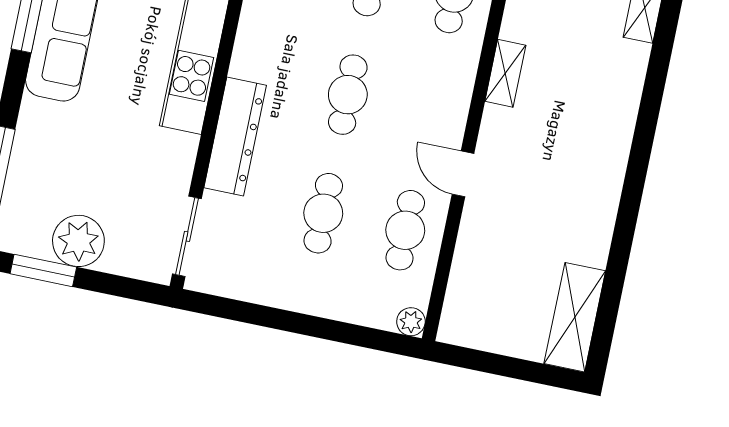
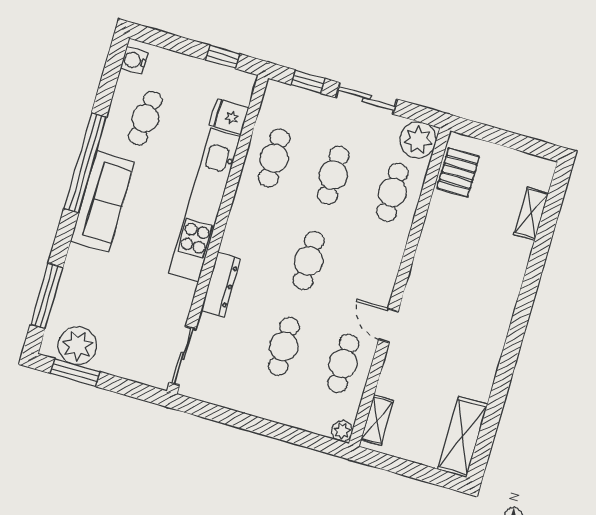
shelving: (505, 73) -> (377, 420), moved
dresser: (235, 137) -> (221, 284), width x0.73, depth x0.80
plant: (78, 241) -> (78, 346), moved

